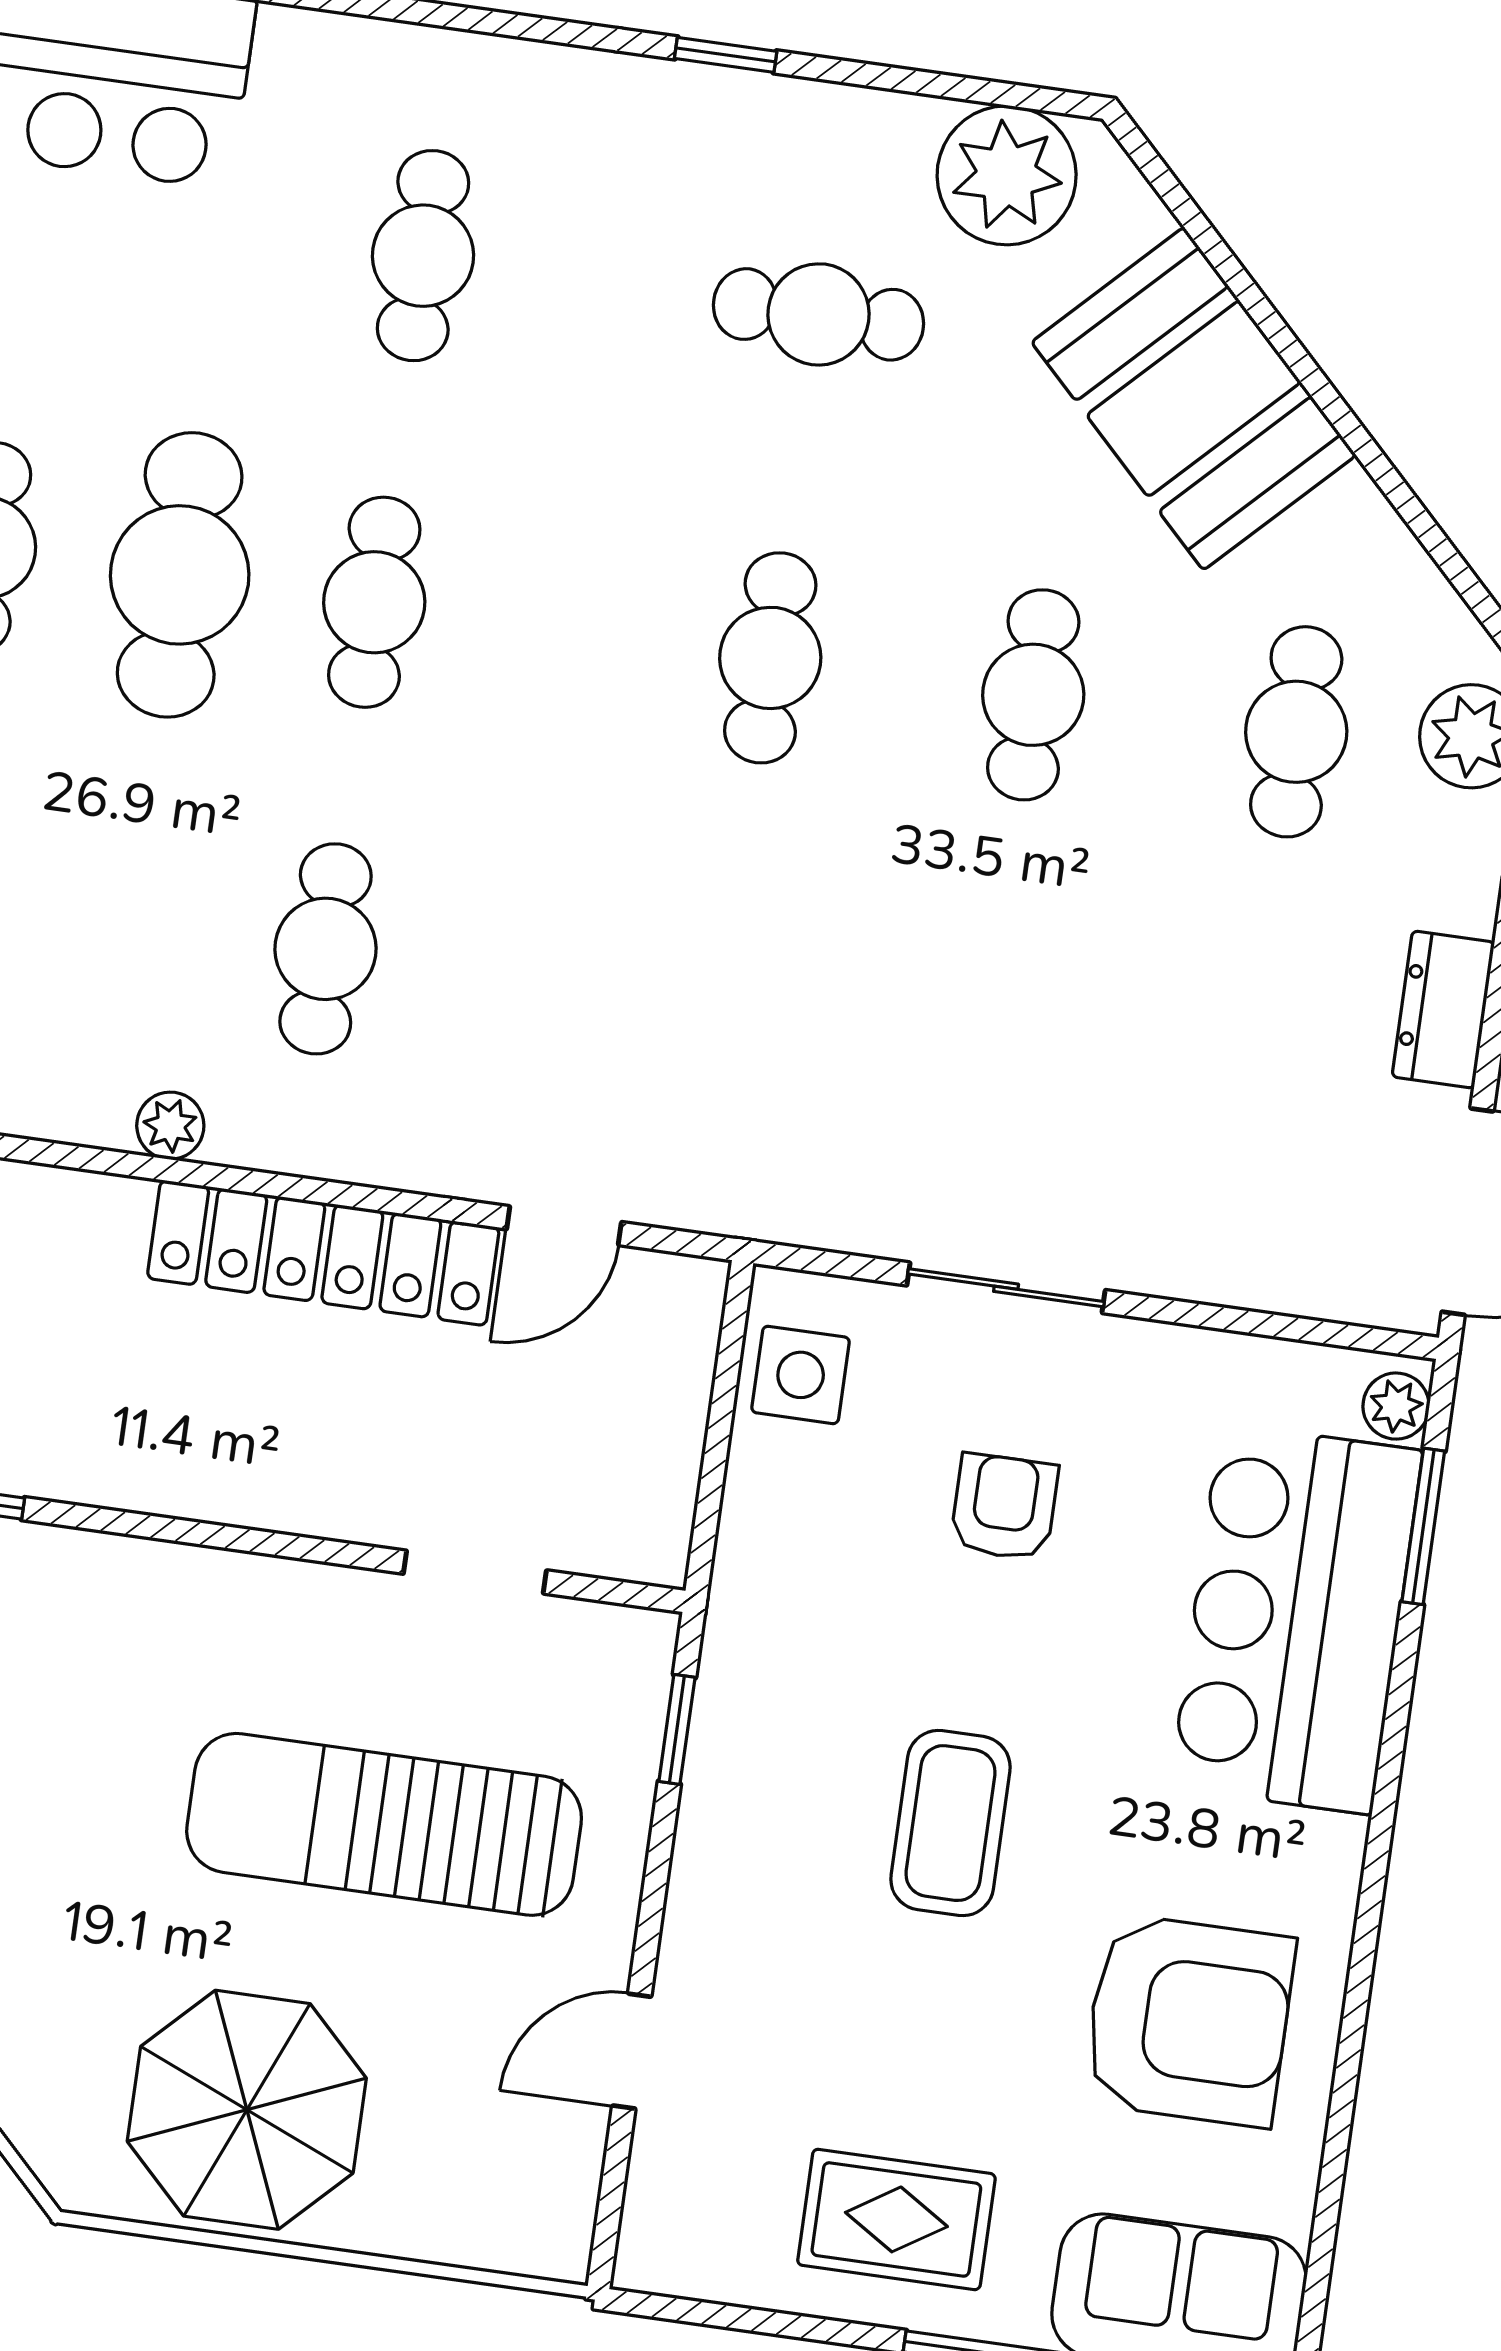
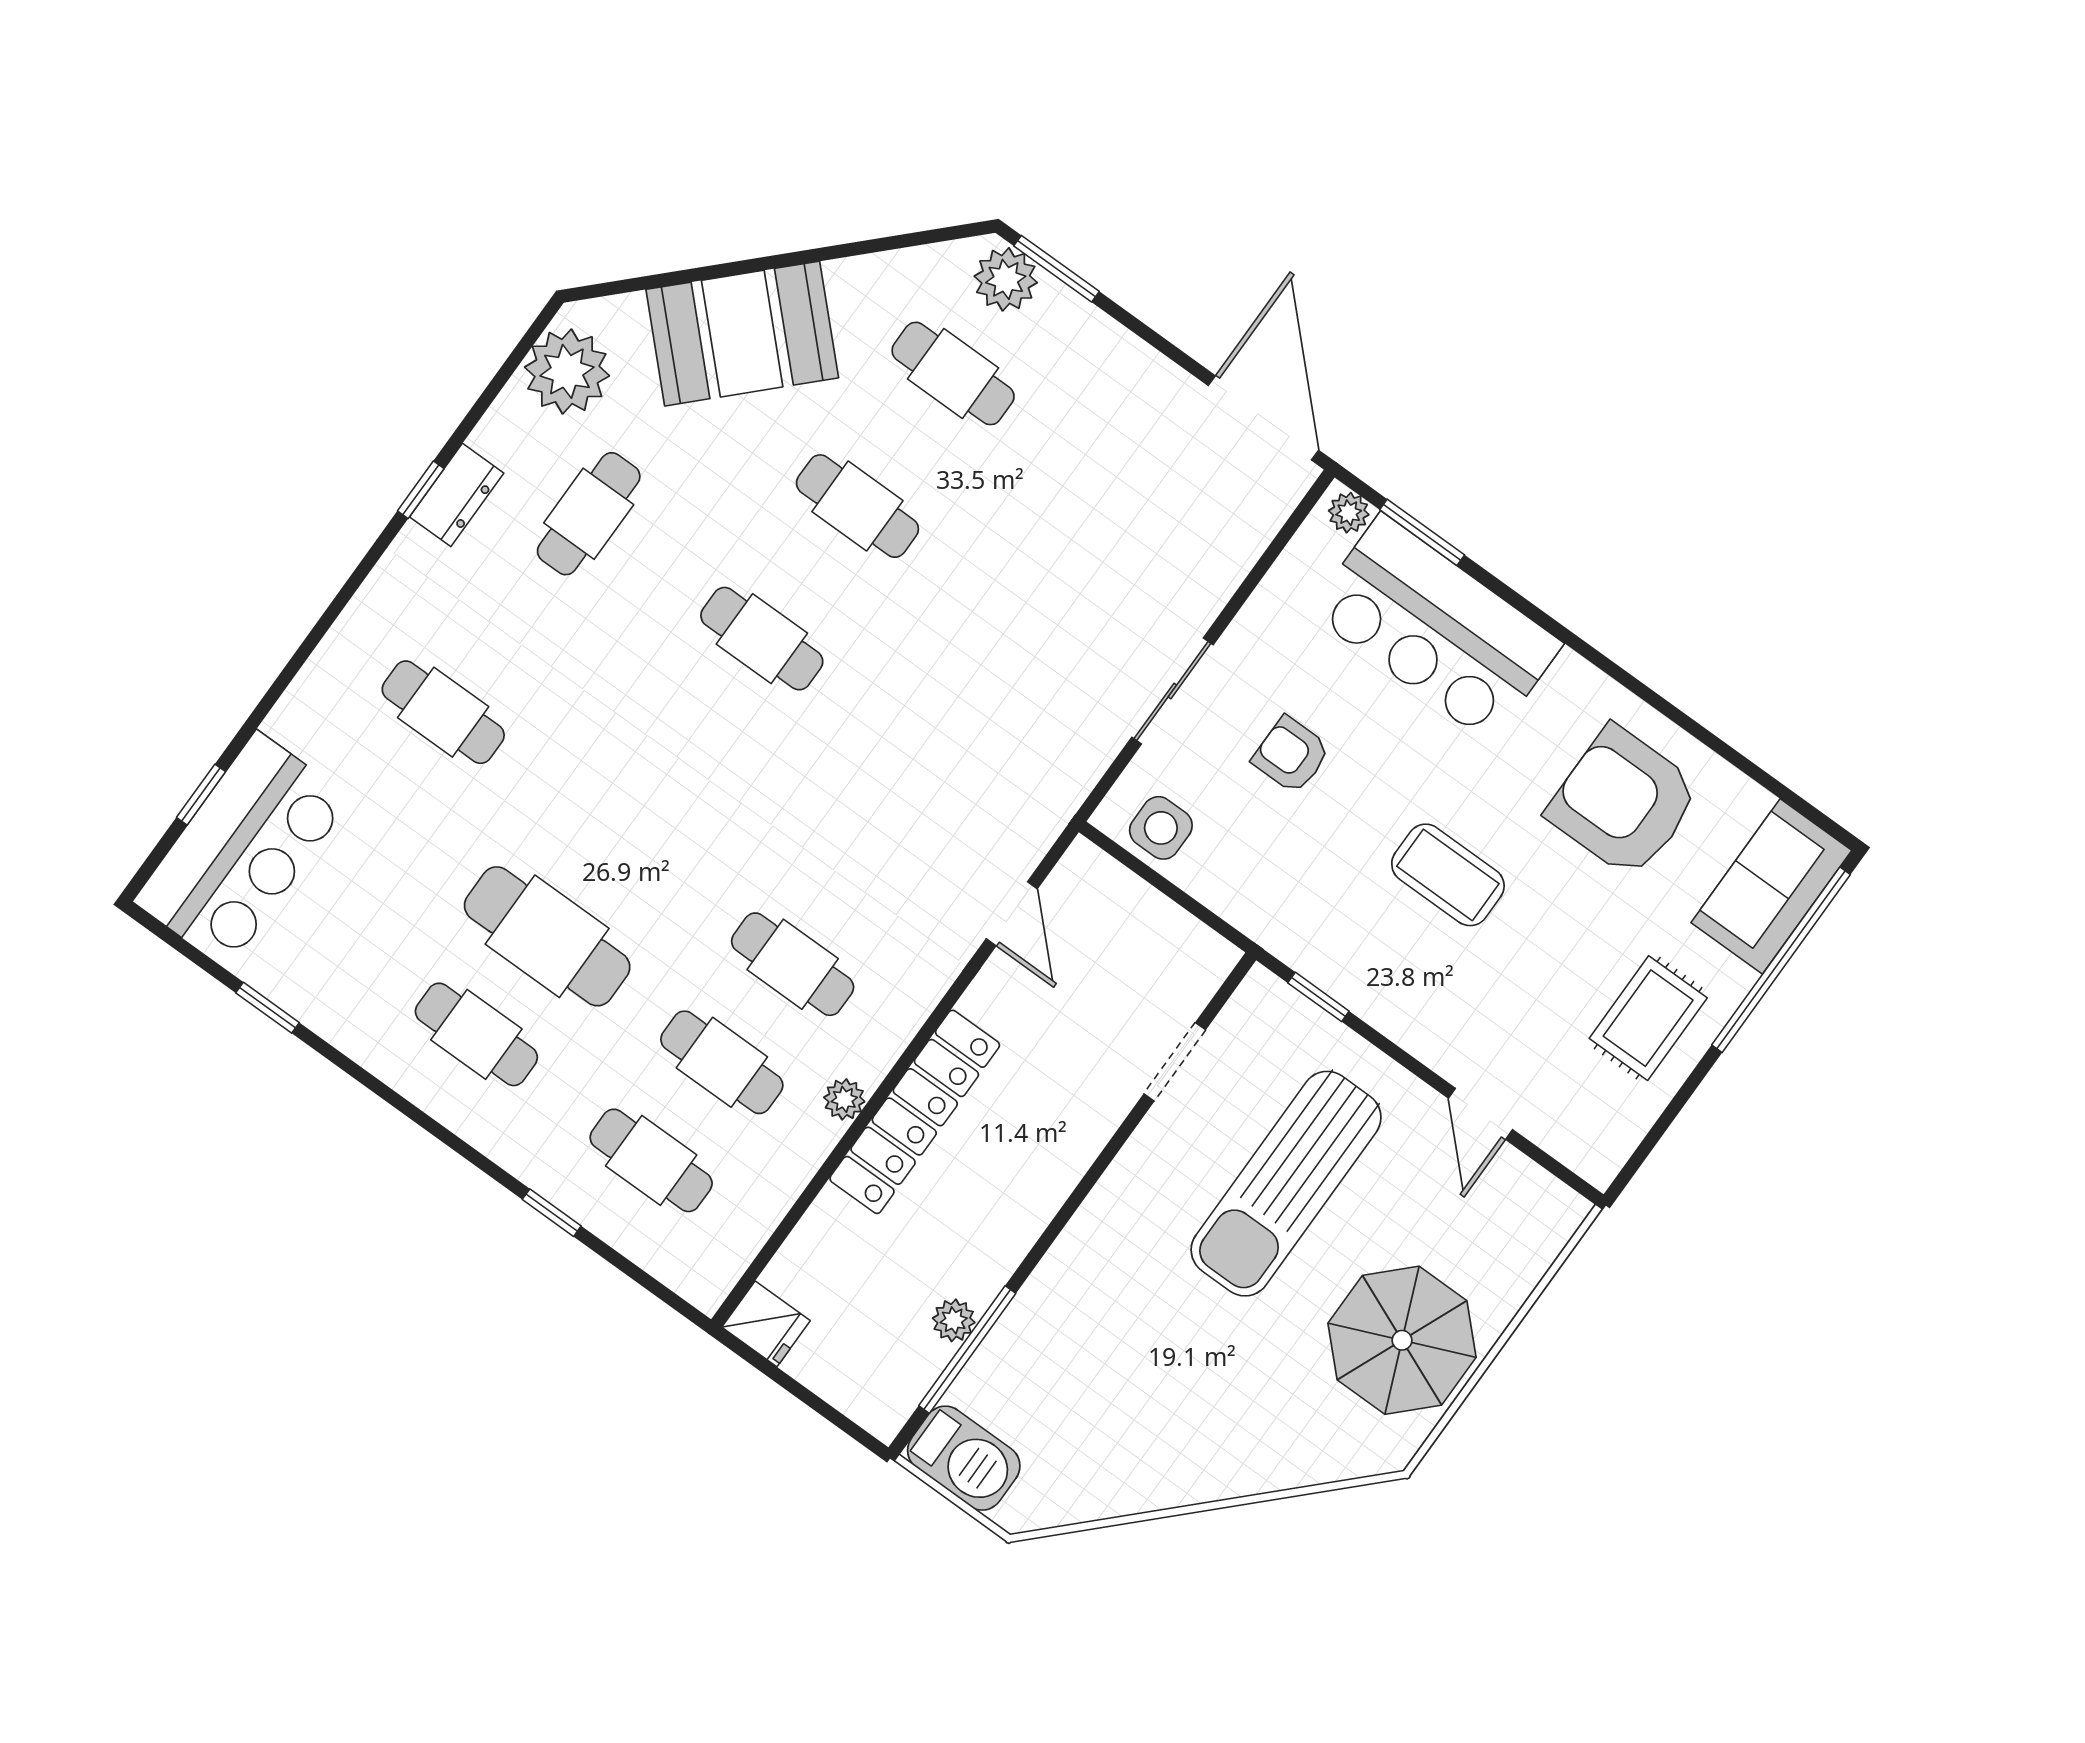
cafe table: (374, 602) -> (722, 1062), moved
dresser: (1443, 1010) -> (457, 495), moved, turned -90
locker: (323, 1253) -> (915, 1112), moved
armchair: (1189, 2020) -> (1624, 802), turned -90

